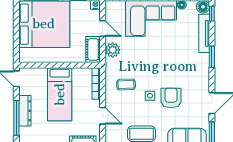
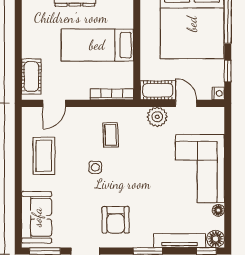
door: (103, 28) -> (186, 103), swing flipped
armchair: (171, 98) -> (116, 220), moved, turned 90
door: (103, 116) -> (54, 103), moved

